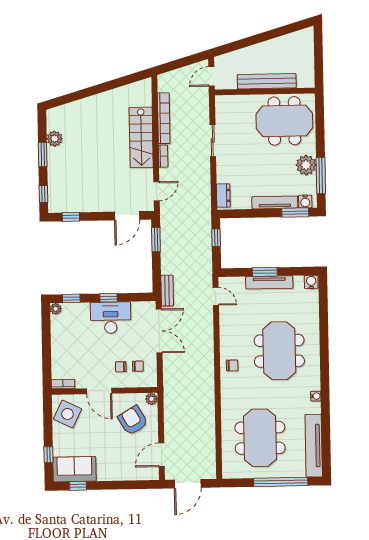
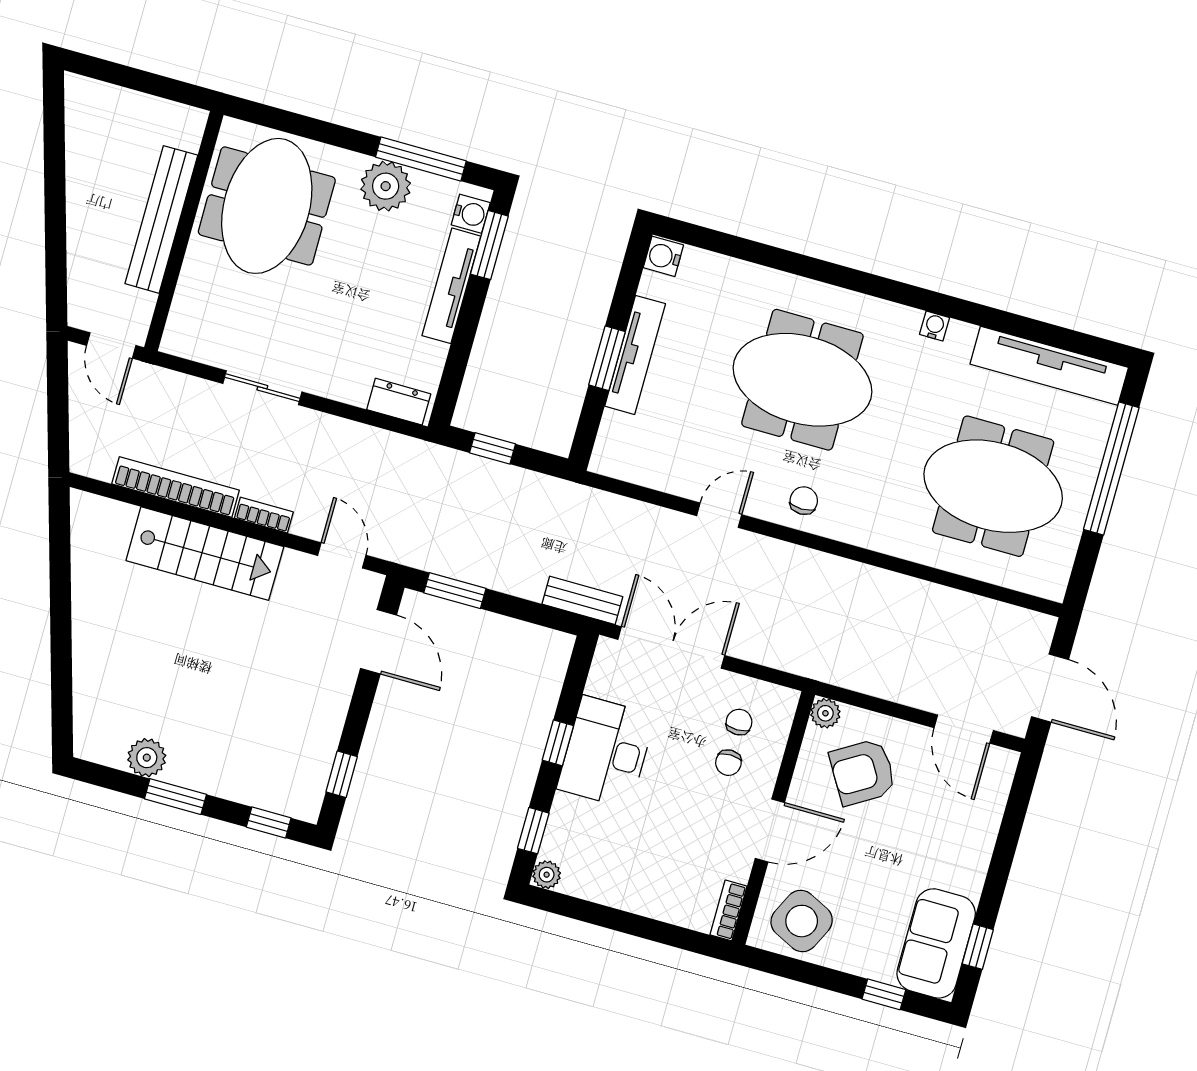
door: (216, 296) -> (719, 515), moved

